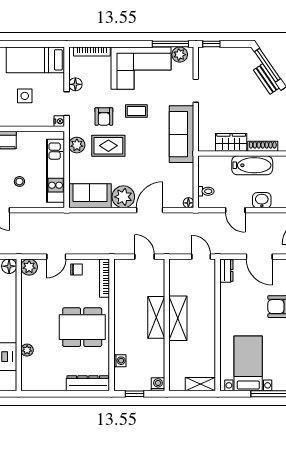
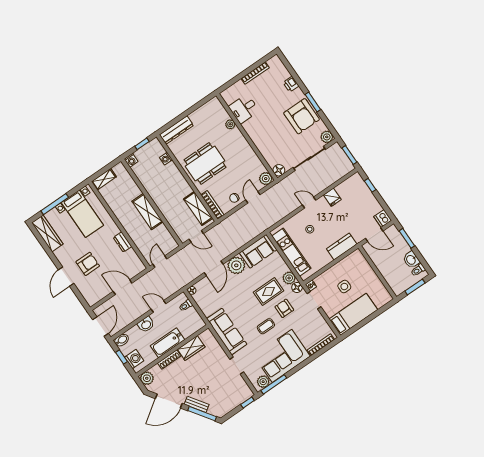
floor lamp: (75, 84) -> (297, 287), moved
door: (201, 257) -> (160, 261), swing flipped
dresser: (226, 271) -> (123, 242), moved
shelving: (156, 317) -> (198, 209), moved

